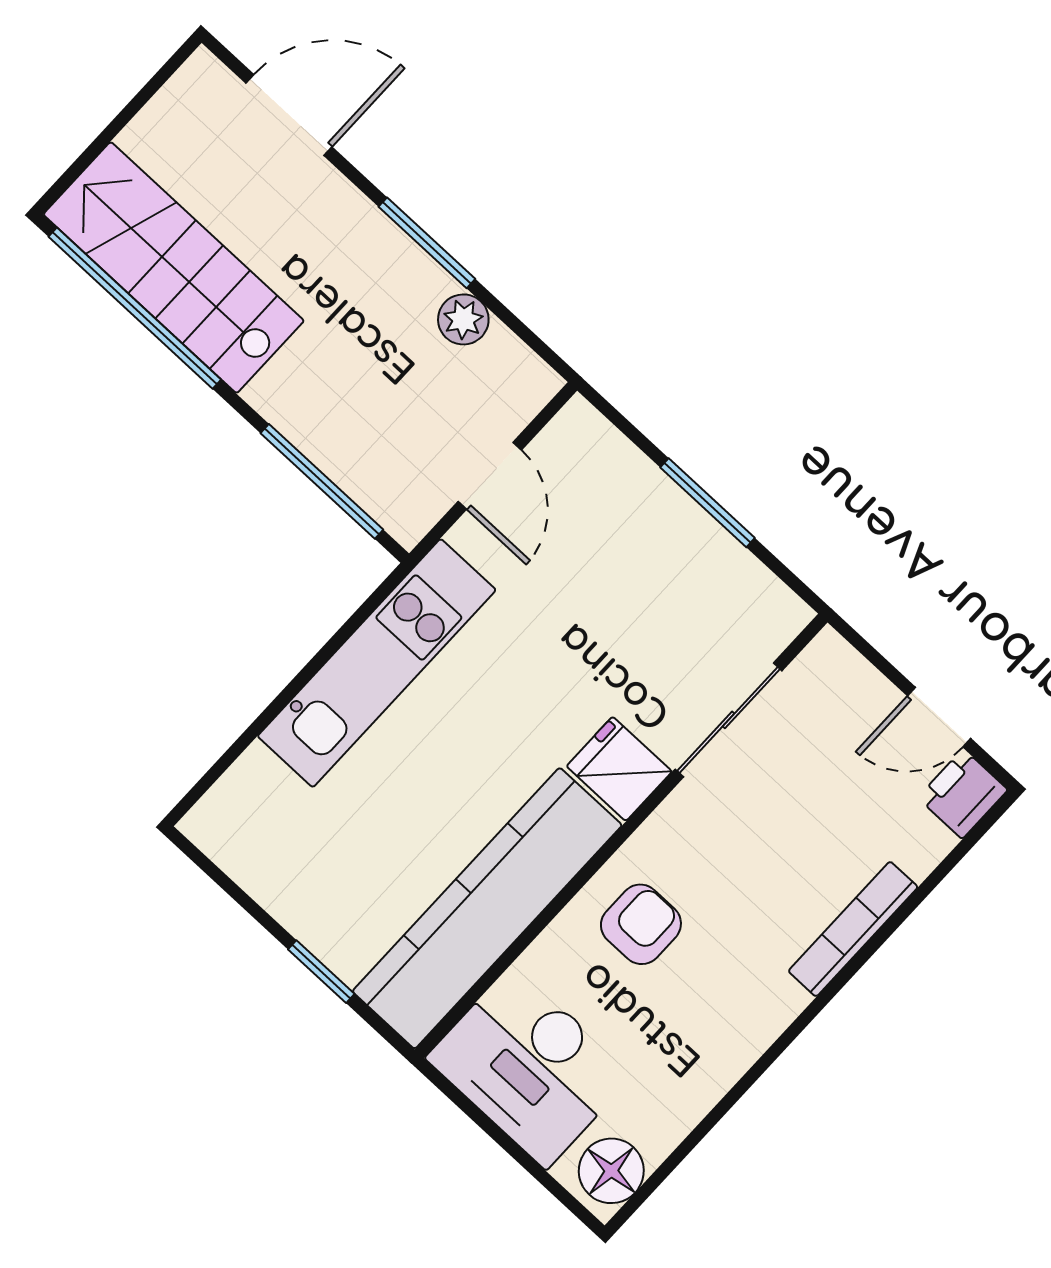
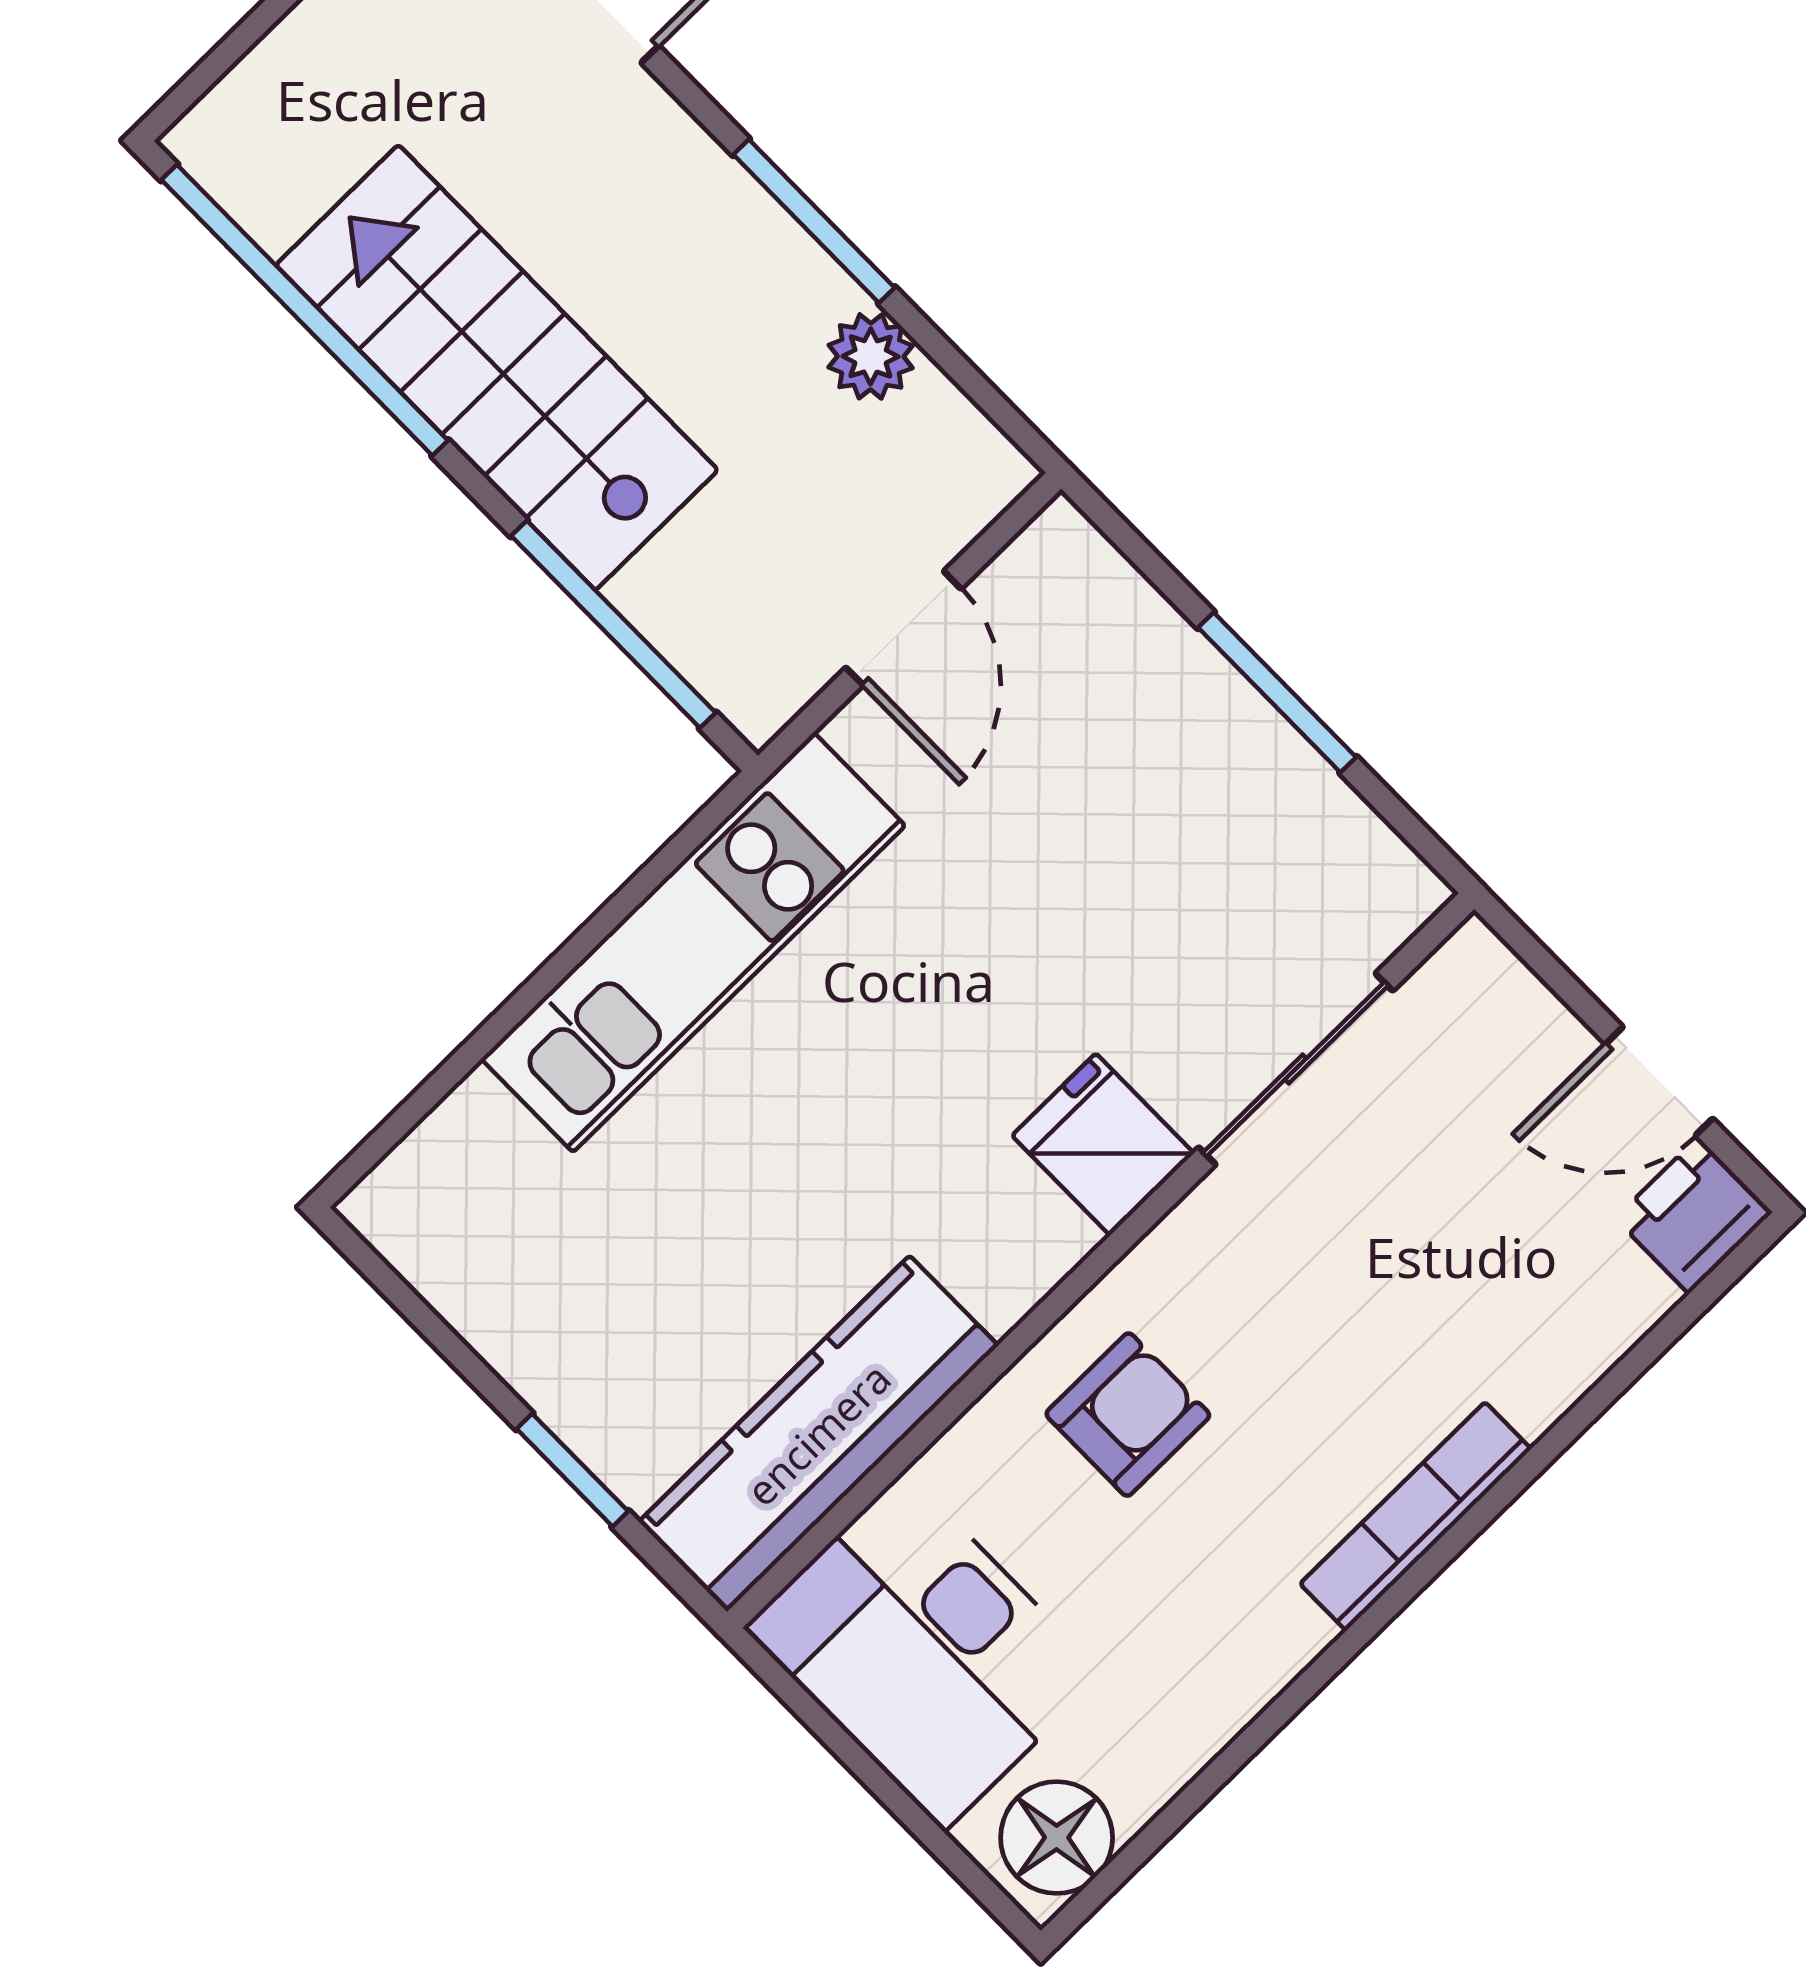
stairs: (174, 268) -> (497, 367), moved
kitchen counter: (487, 908) -> (818, 1434), width x0.72, depth x0.86
bookcase: (853, 929) -> (1416, 1516), moved

